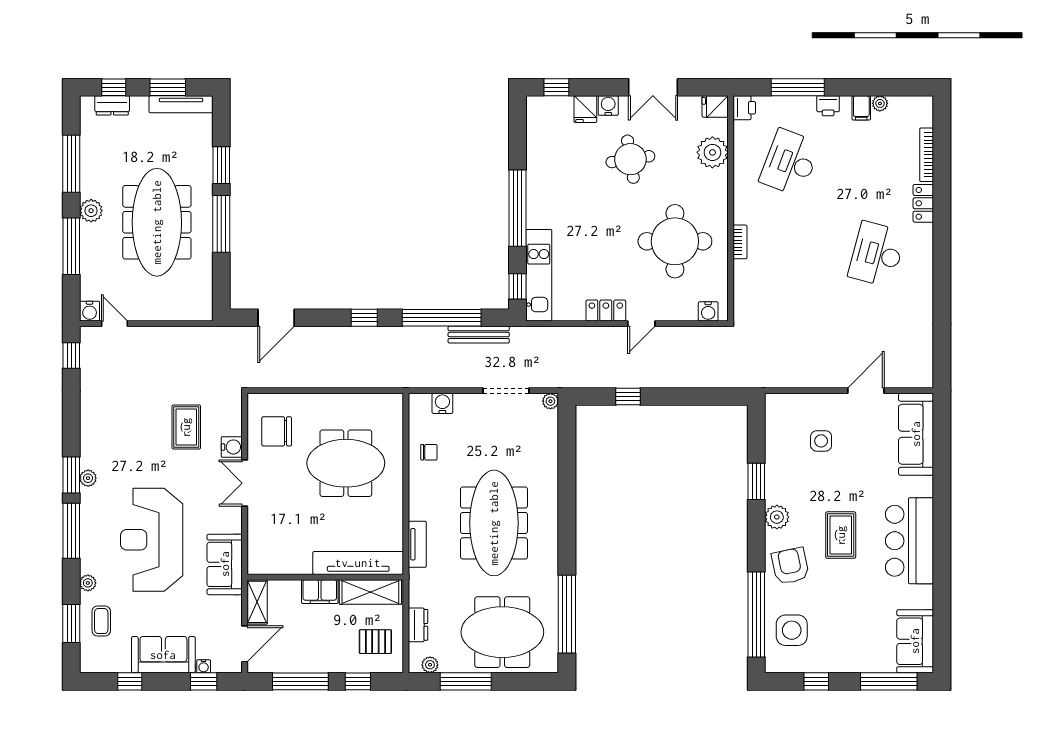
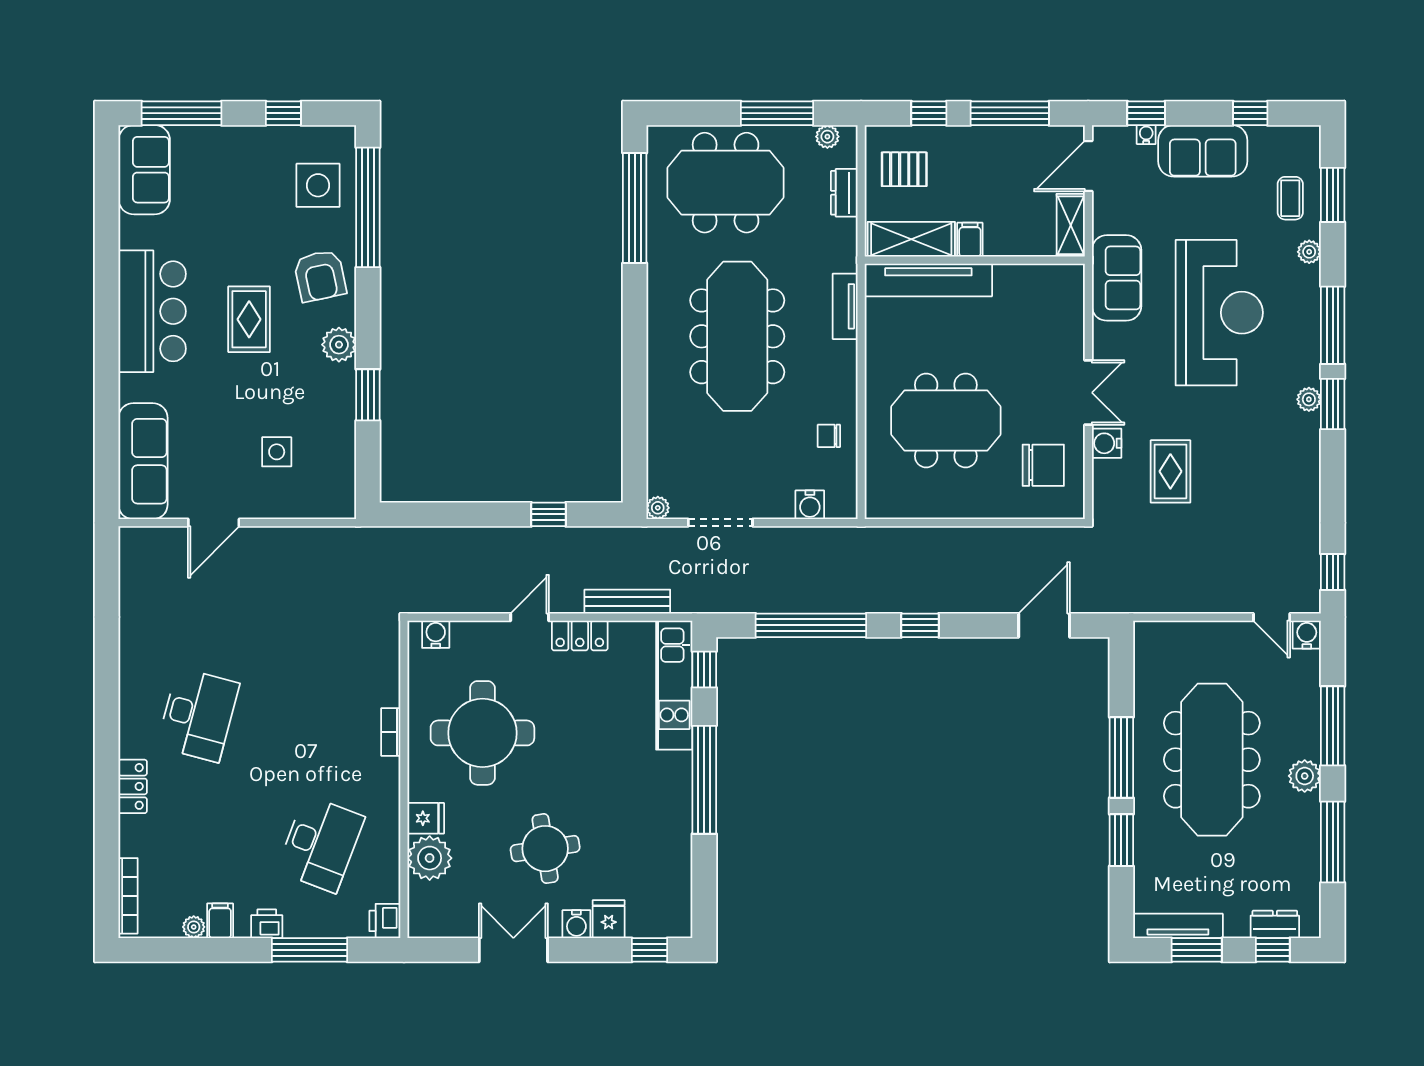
fridge: (715, 107) -> (426, 818), moved
bookcase: (927, 155) -> (128, 896), moved
bench: (479, 335) -> (627, 602), moved
filing cabinet: (320, 592) -> (970, 240), width x0.50

